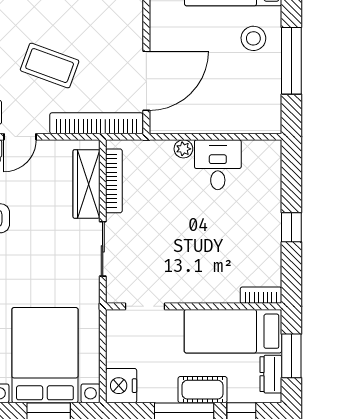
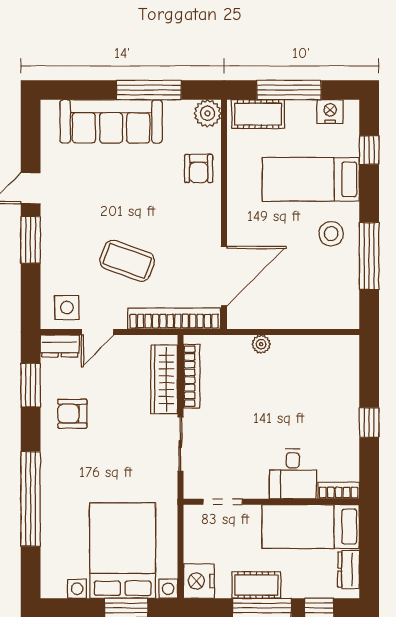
desk: (218, 165) -> (293, 474), moved, turned 180
window: (291, 356) -> (369, 551), removed
cot: (203, 390) -> (256, 585), moved

